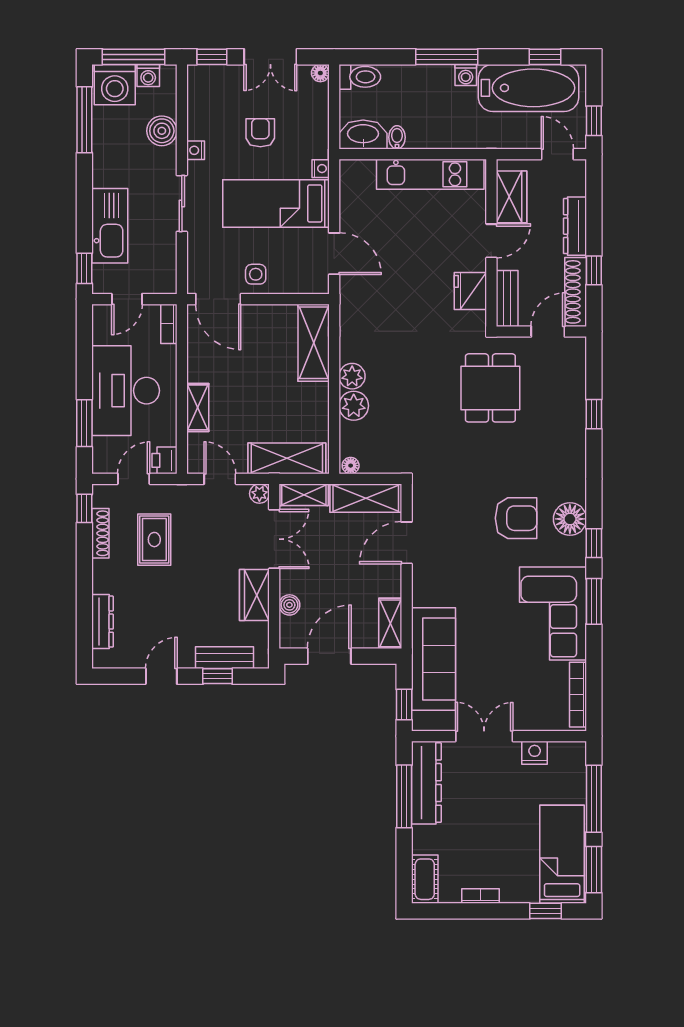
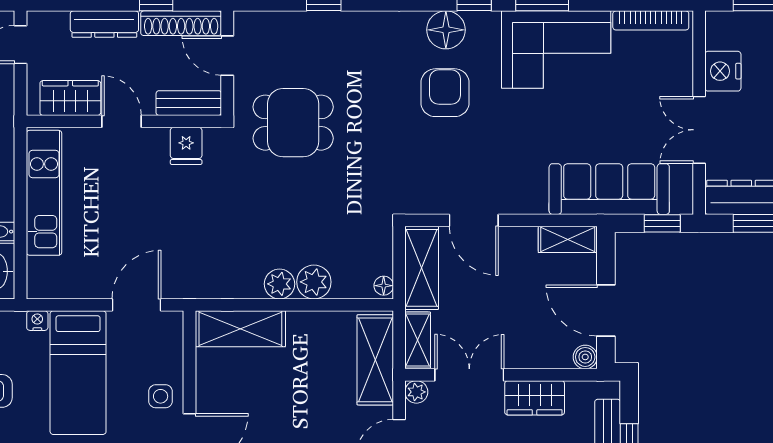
fridge: (470, 291) -> (186, 146), width x0.72
boiler: (289, 605) -> (585, 357), moved
nightstand: (535, 753) -> (723, 71), width x1.36, depth x1.33

